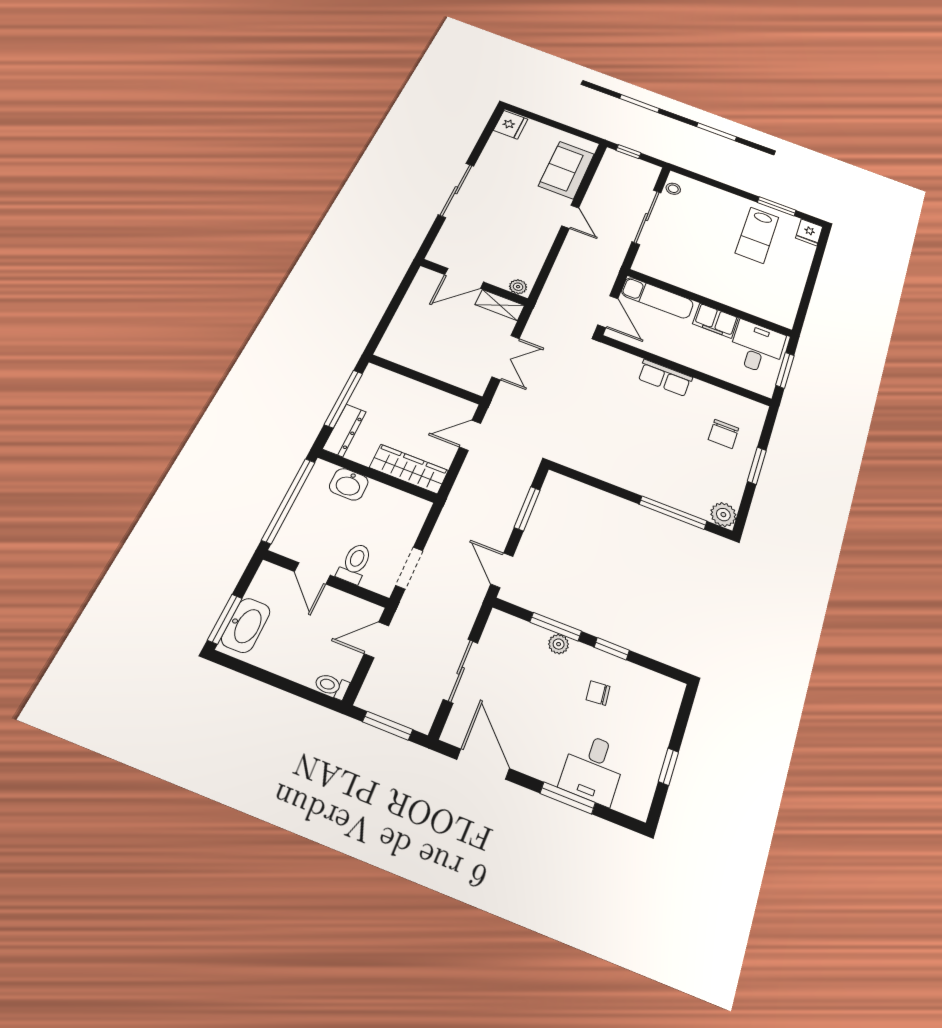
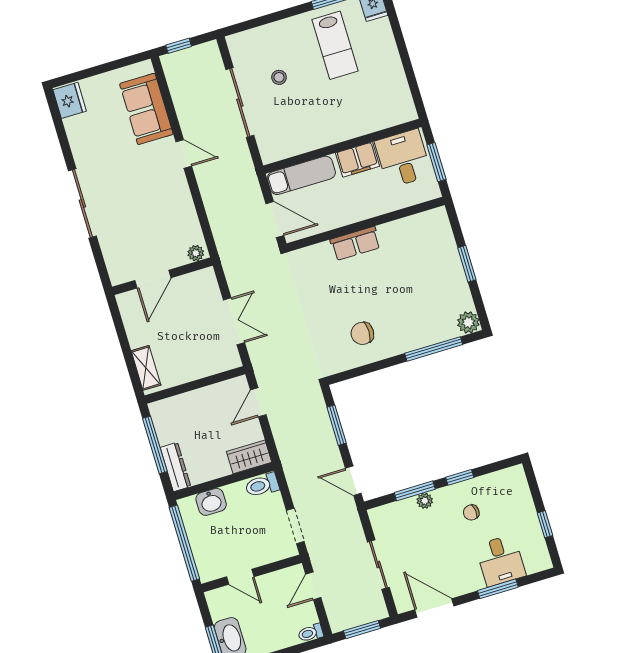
stool: (673, 189) -> (279, 77), moved
shelving: (500, 305) -> (146, 368), moved, turned 90
chair: (724, 434) -> (362, 333), moved, turned 90
wardrobe: (409, 469) -> (249, 457), width x0.67
toilet: (355, 563) -> (262, 485), moved, turned -90

